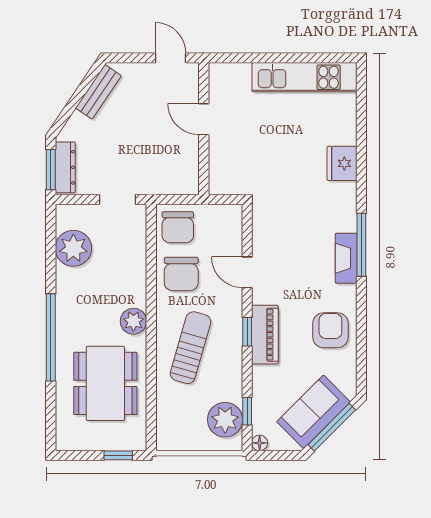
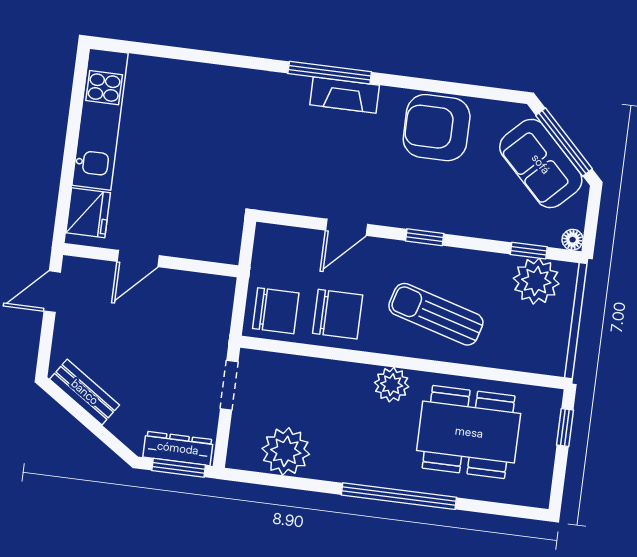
fridge: (342, 163) -> (88, 213), moved, turned -90
armchair: (330, 330) -> (437, 128), width x1.36, depth x1.36
piano: (265, 335) -> (431, 214), removed

